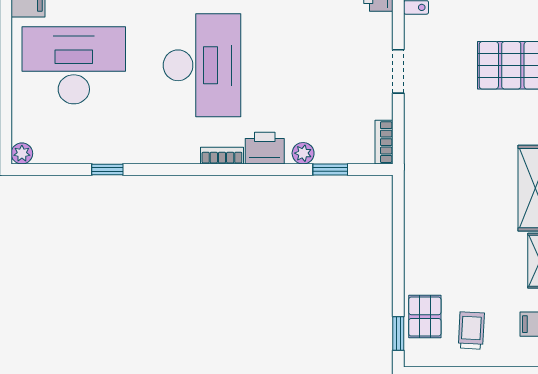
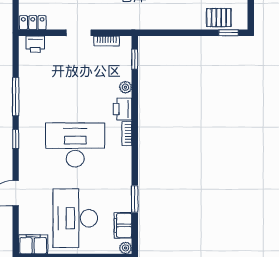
bookcase: (384, 142) -> (107, 41), moved
filing cabinet: (61, 149) -> (123, 225), added
window: (107, 169) -> (135, 199), width x1.50
window: (330, 169) -> (135, 59), moved

